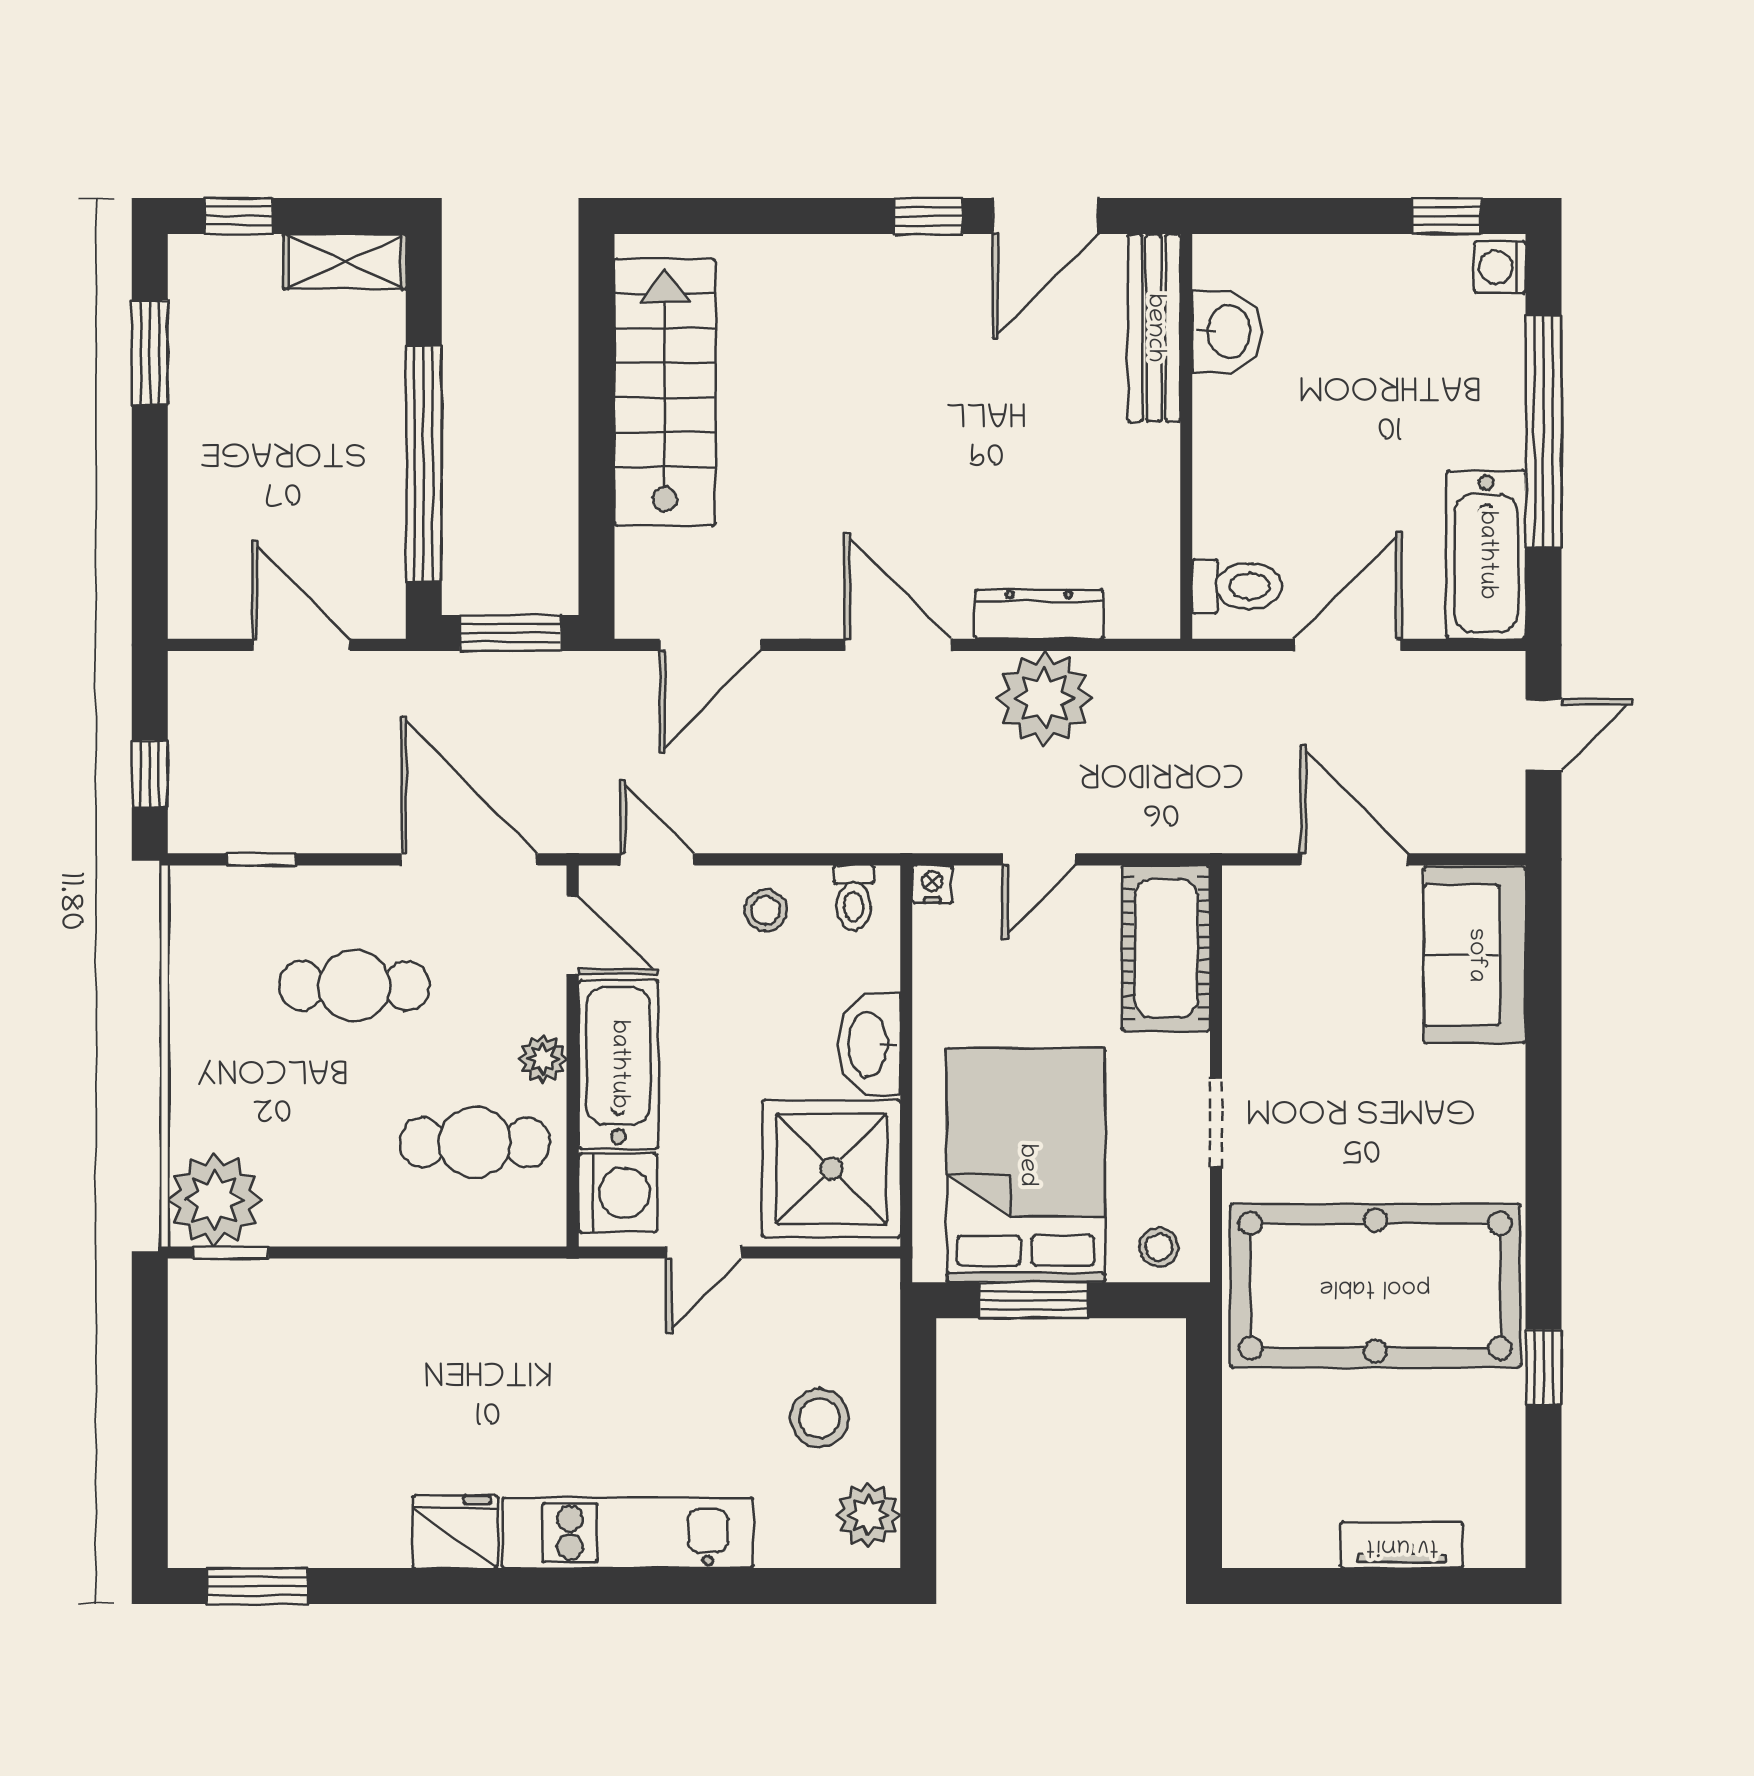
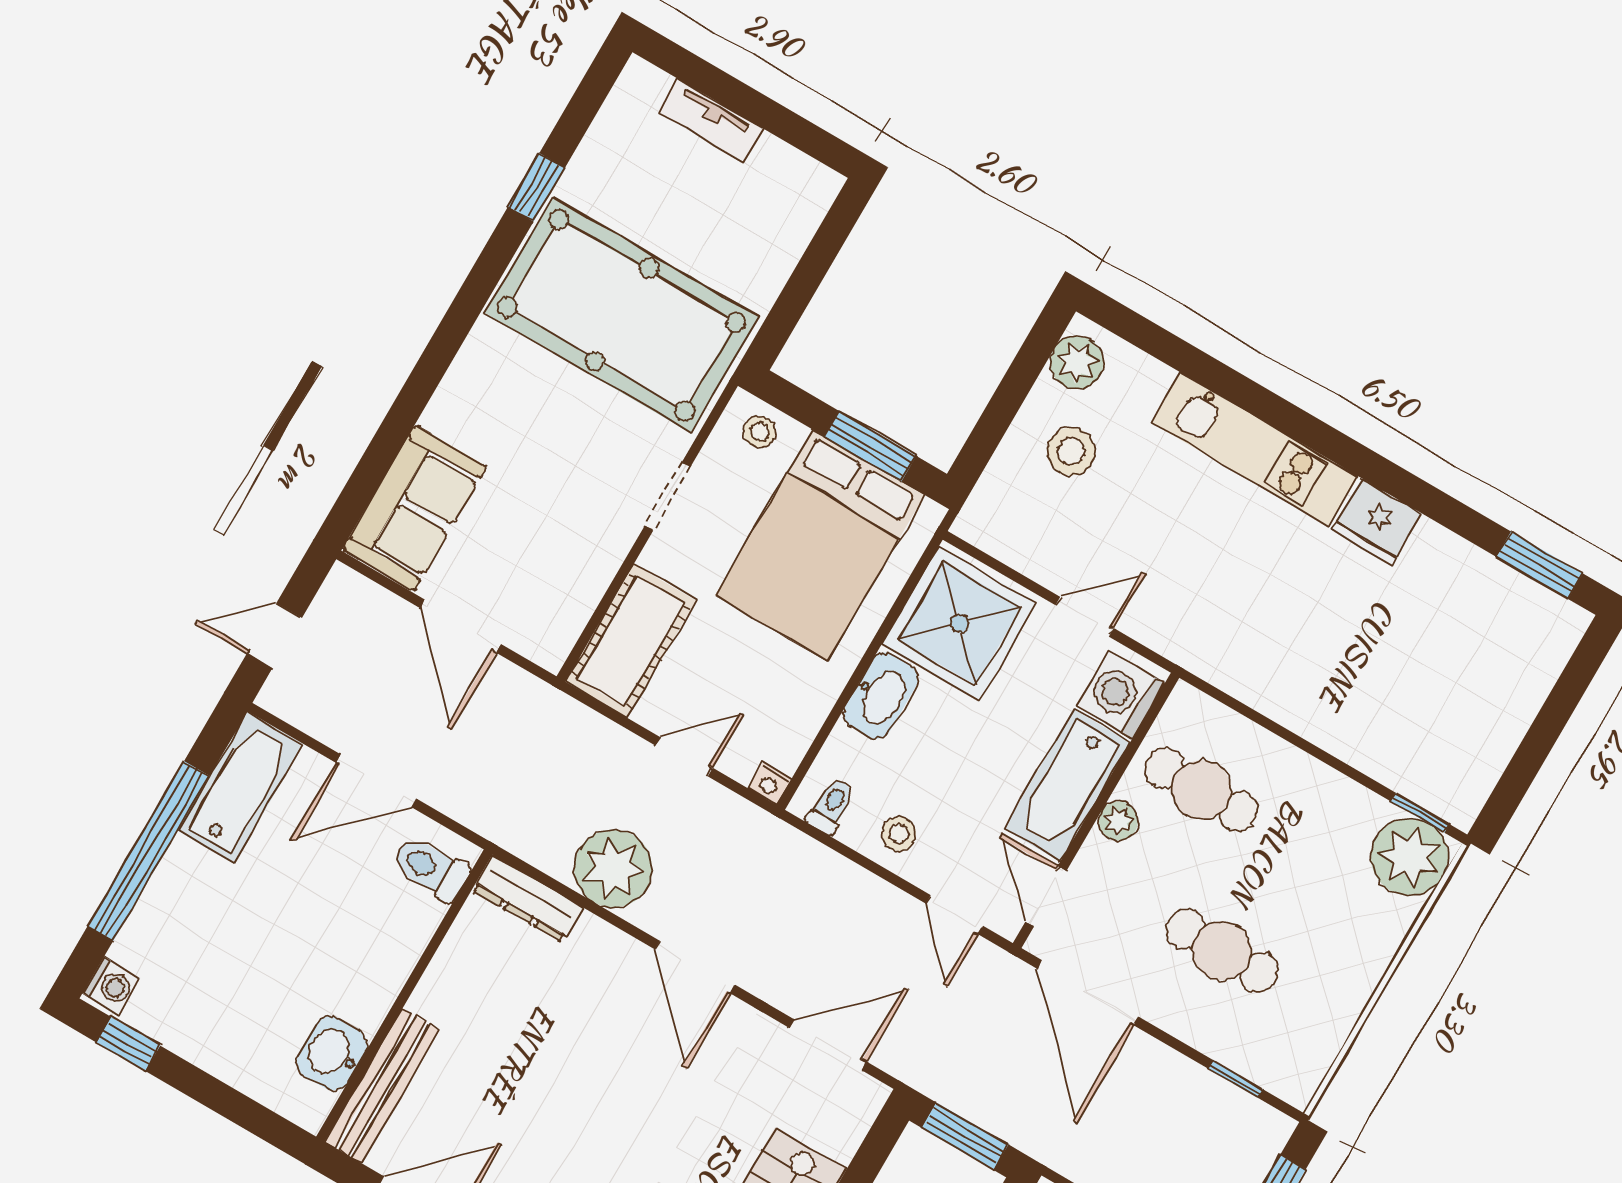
dresser: (1039, 614) -> (527, 899), moved

